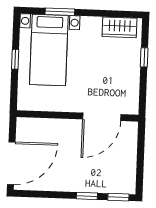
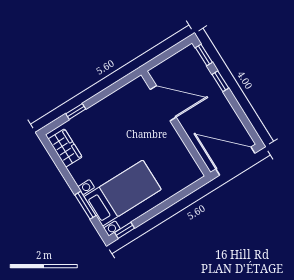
window: (15, 59) -> (125, 230), moved
wall: (78, 116) -> (176, 124), moved
door: (102, 117) -> (163, 103), moved

